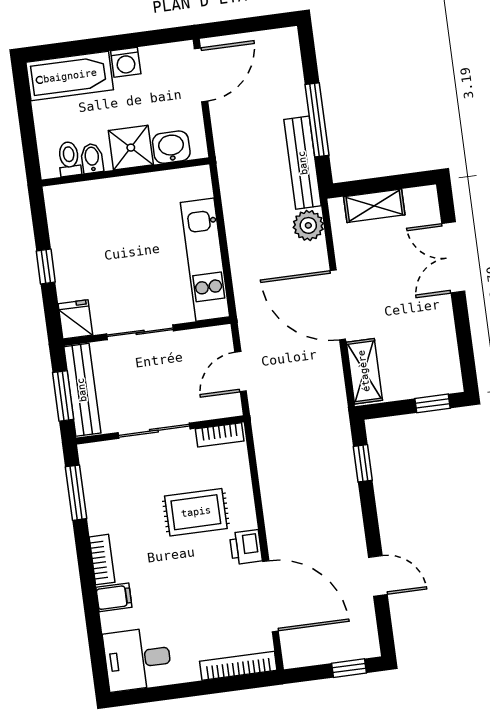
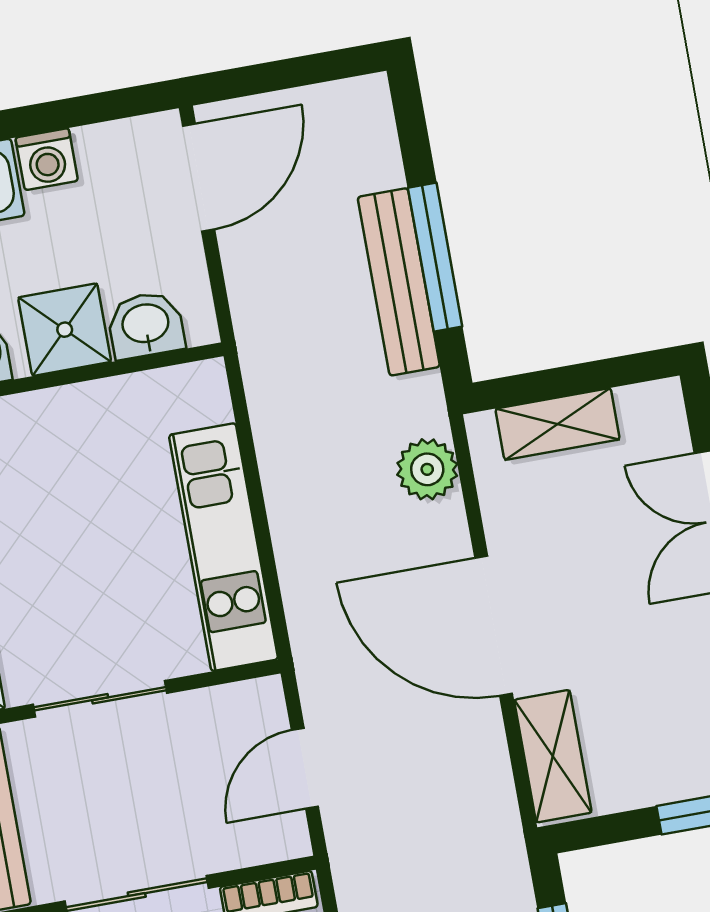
bench: (303, 163) -> (399, 282), moved

